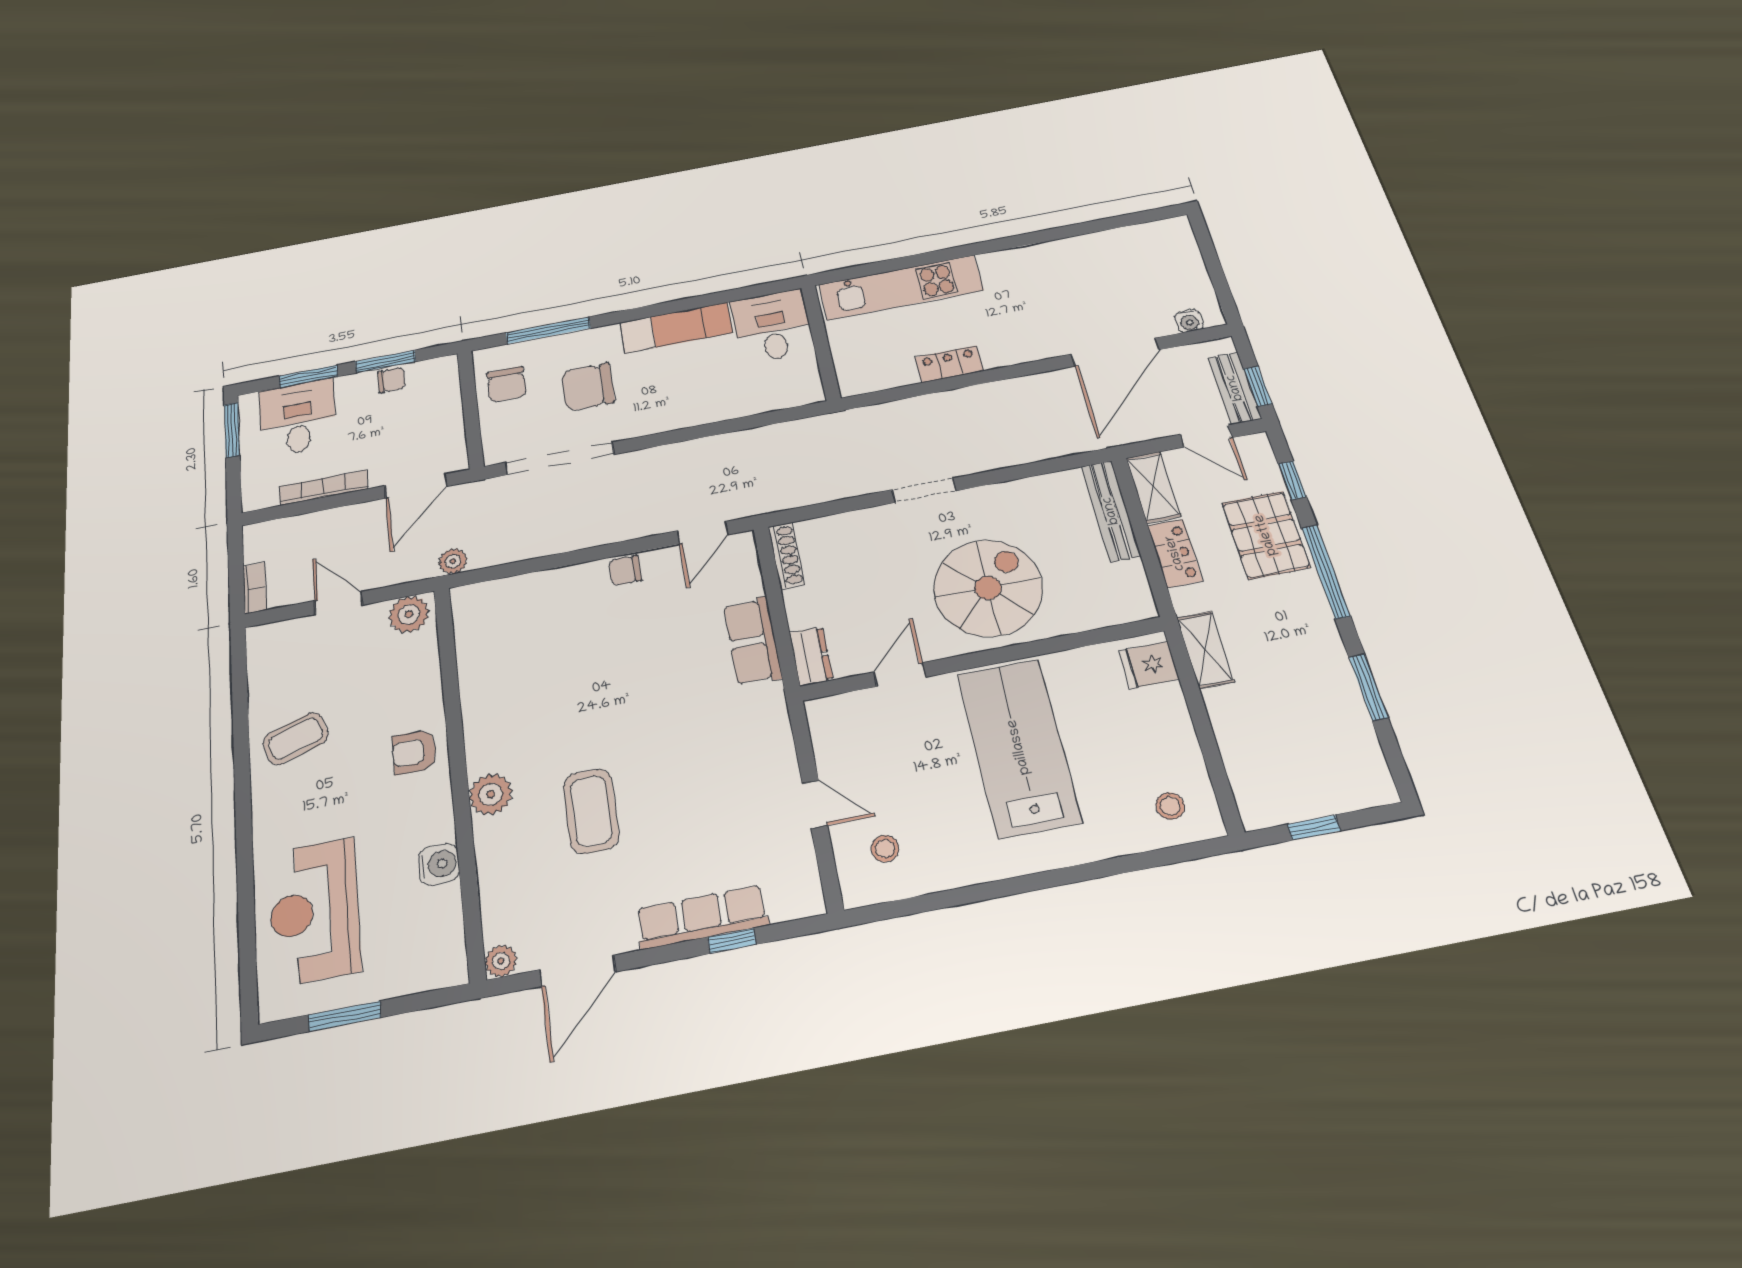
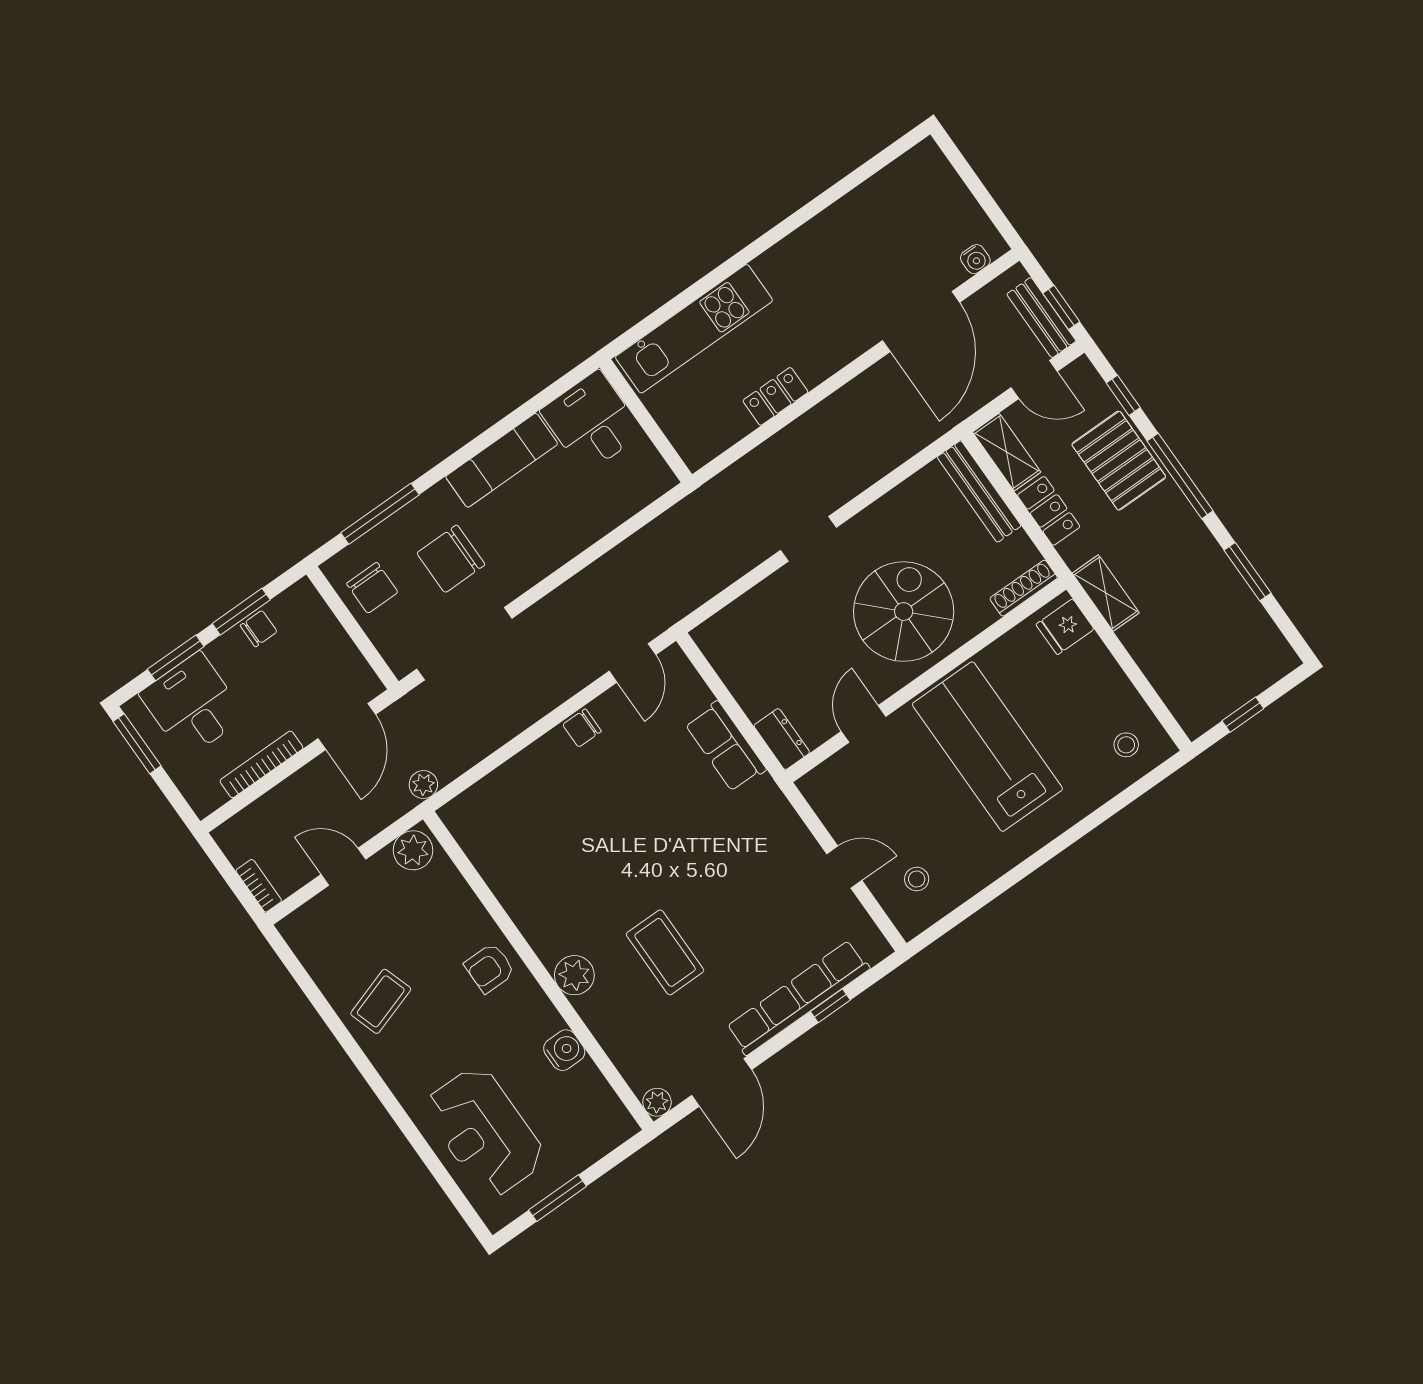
shoe rack: (786, 555) -> (1024, 588), moved, turned -90
row of seats: (702, 917) -> (798, 998), width x1.36

